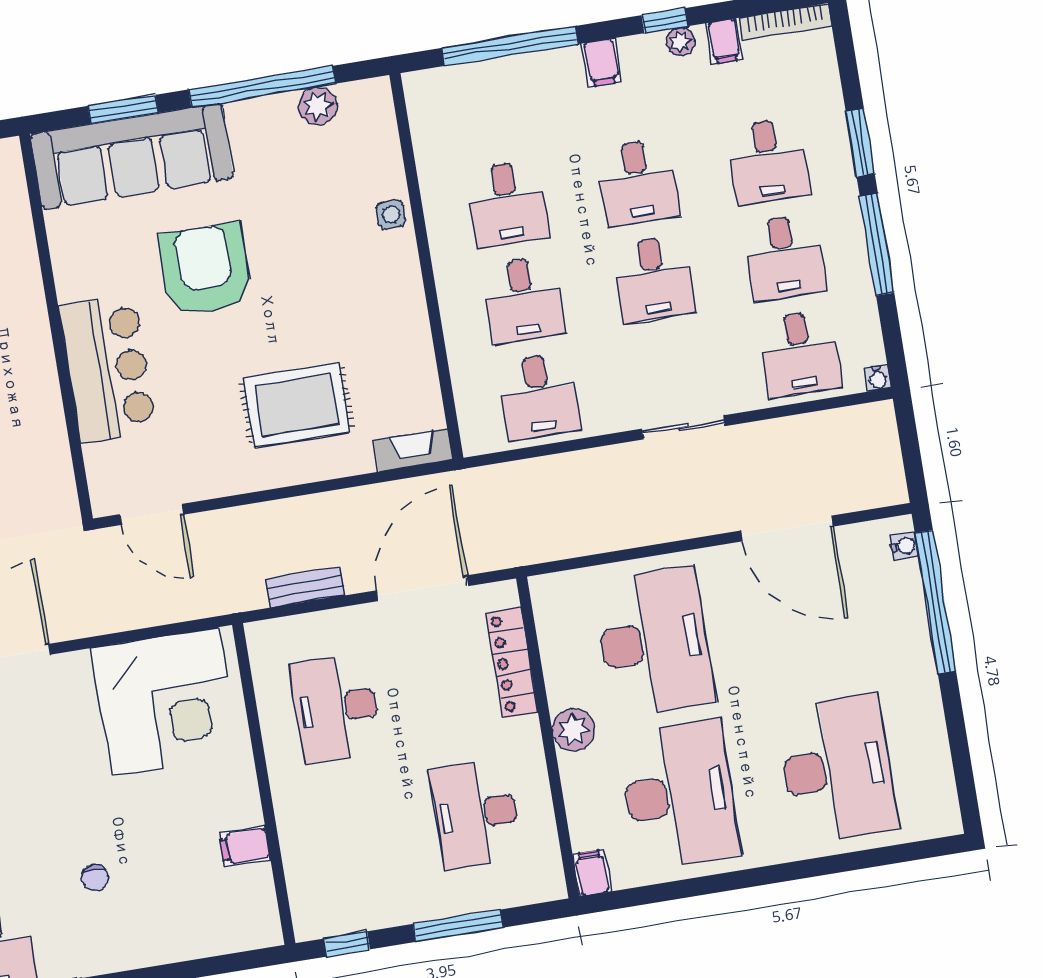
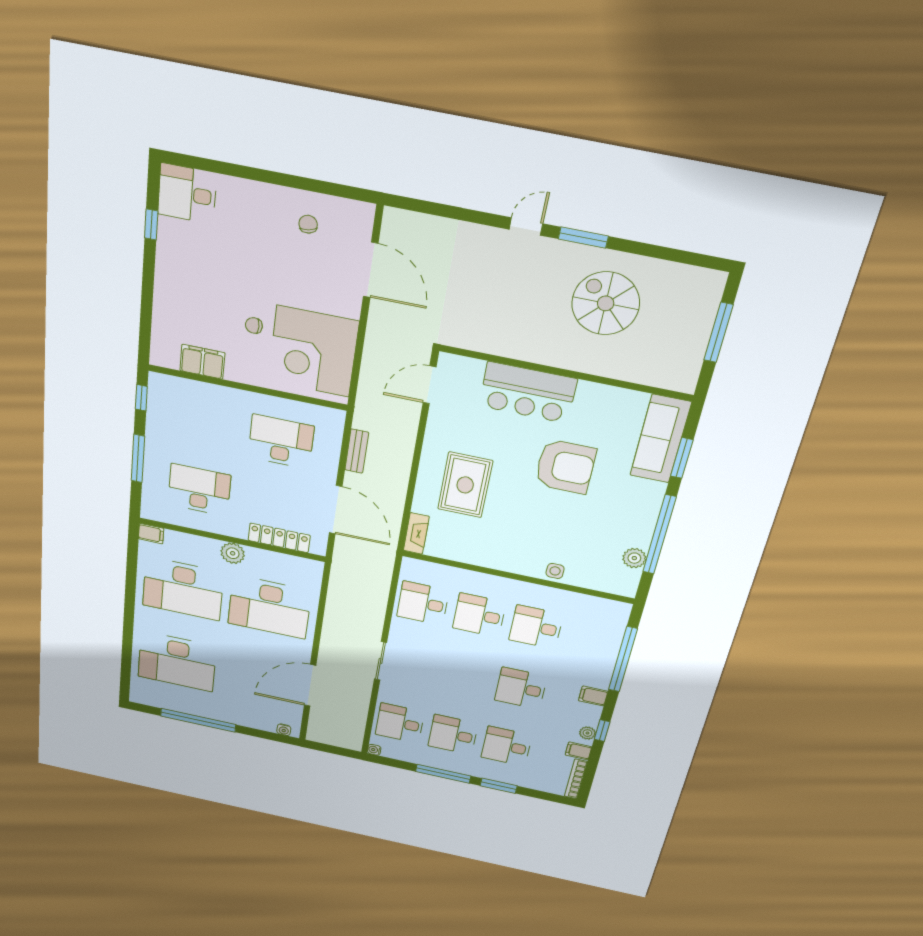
sofa: (132, 156) -> (660, 439), width x0.74, depth x0.79
desk: (654, 279) -> (466, 677), removed
window: (935, 602) -> (198, 720), moved
filing cabinet: (245, 846) -> (202, 362), width x2.00
chair: (95, 878) -> (254, 325), moved

